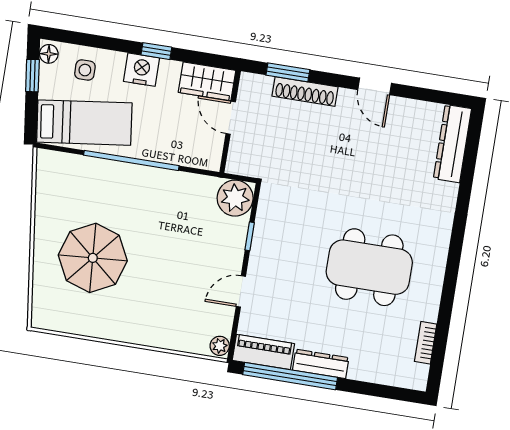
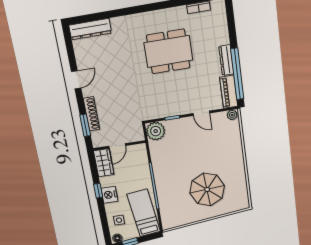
dining table: (369, 267) -> (168, 51), turned 90

